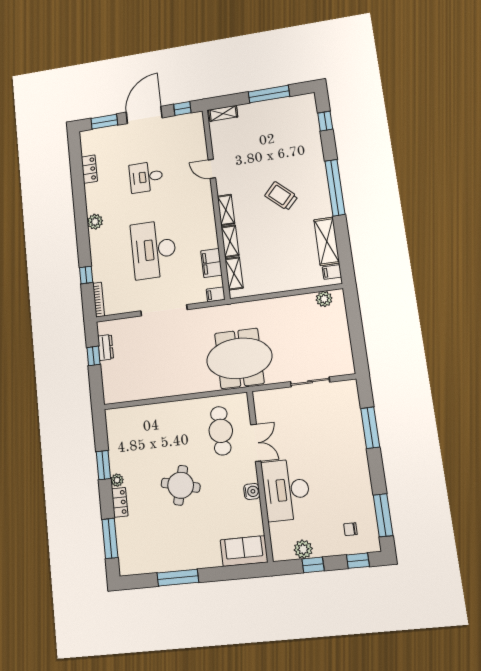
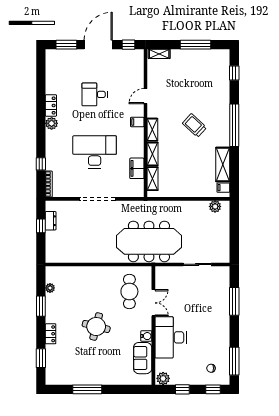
locker: (89, 169) -> (51, 105), moved
door: (212, 169) -> (145, 96), hinge flipped
desk: (154, 250) -> (95, 152), turned 90
filing cabinet: (216, 294) -> (137, 122), moved
meeting table: (239, 358) -> (149, 241), width x1.36
plant: (117, 480) -> (50, 288), moved
window: (110, 538) -> (41, 358), width x0.69
plant: (303, 549) -> (163, 378), moved
sofa: (244, 551) -> (143, 358), moved, turned -90

